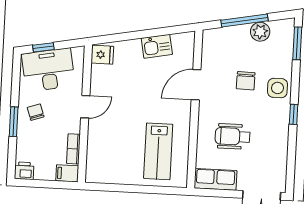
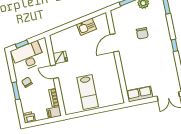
fridge: (102, 55) -> (60, 57), moved
side table: (277, 88) -> (161, 33), removed
door: (85, 107) -> (54, 72), swing flipped
wheelchair: (233, 136) -> (143, 67), removed
lab bench: (158, 151) -> (88, 92), moved

